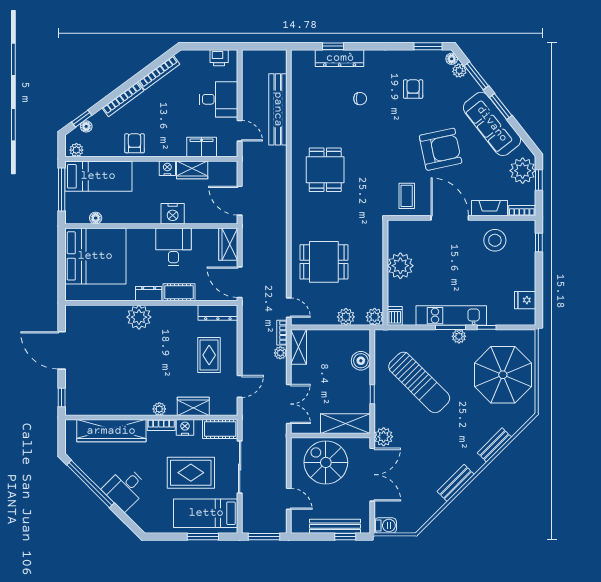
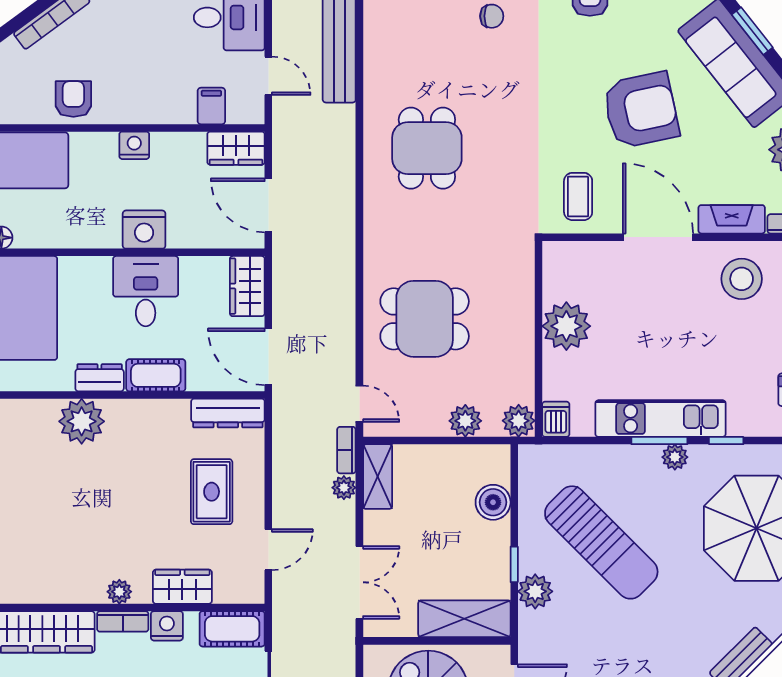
filing cabinet: (202, 147) -> (211, 106), width x0.50
wardrobe: (192, 170) -> (236, 148), moved
plant: (384, 437) -> (535, 591), moved

